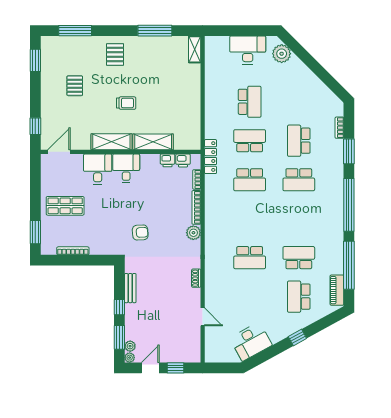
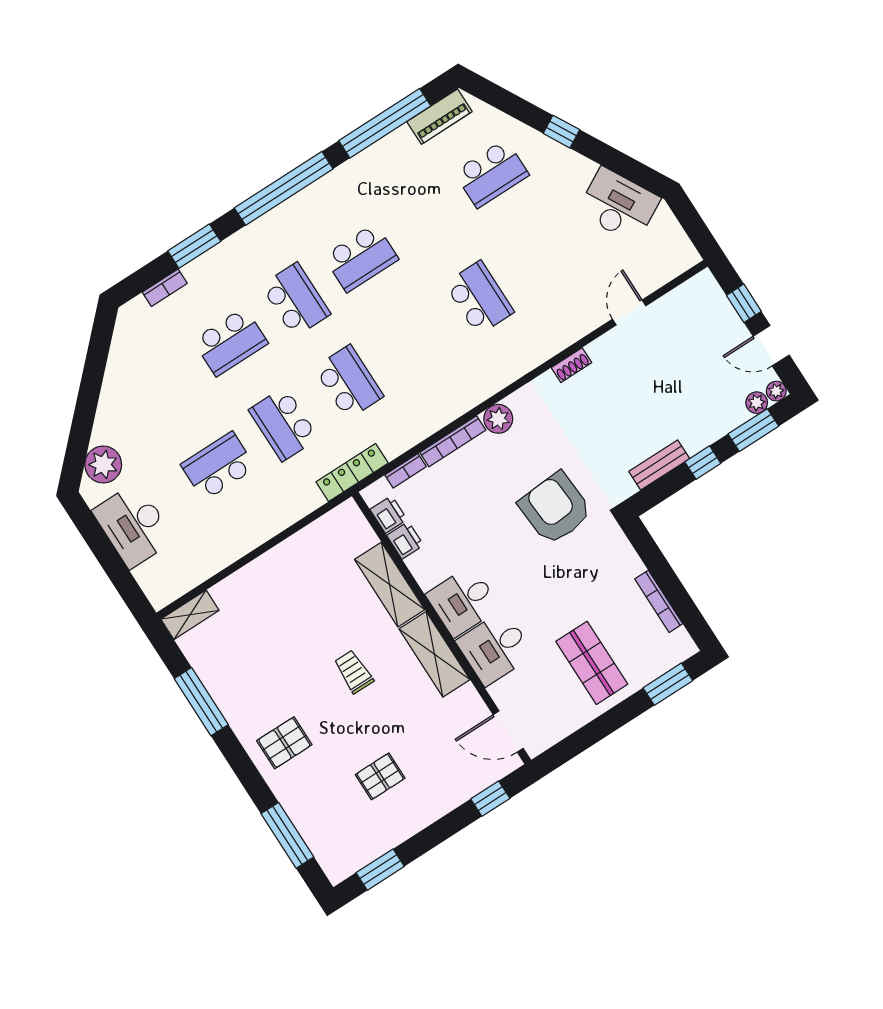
armchair: (140, 233) -> (555, 508), width x1.88, depth x1.88
school desk: (299, 258) -> (361, 258), moved, turned -90

